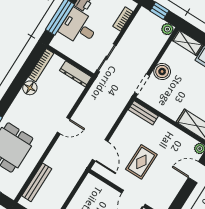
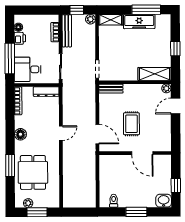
desk: (79, 27) -> (28, 69), moved
boiler: (162, 72) -> (106, 51), removed
floor lamp: (30, 88) -> (20, 134), moved
bench: (37, 182) -> (67, 31), moved

